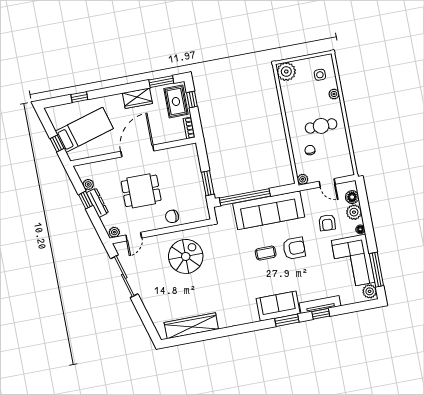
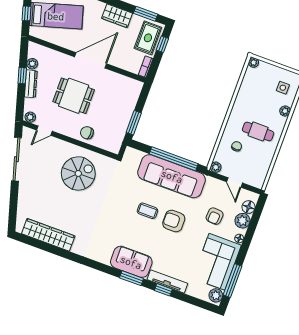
plant: (286, 72) -> (254, 63), width x0.53, depth x0.53
window: (245, 197) -> (174, 159), moved
armchair: (294, 248) -> (174, 221), turned 180

